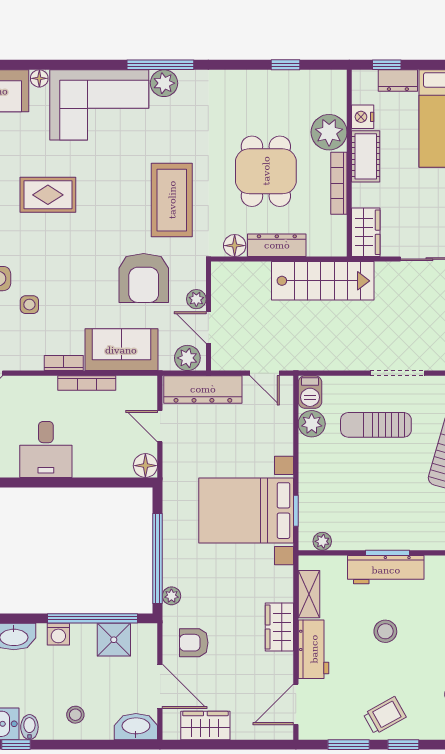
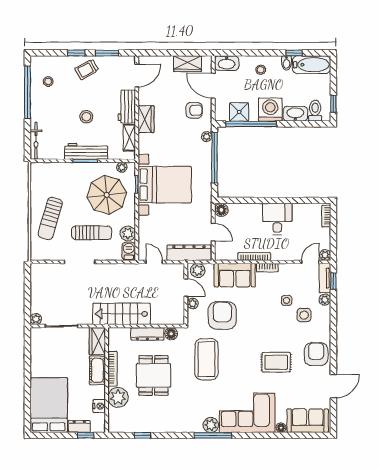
cot: (366, 156) -> (97, 370), moved
parasol: (349, 492) -> (107, 195), added
washing machine: (58, 634) -> (270, 110), width x1.89, depth x1.89

